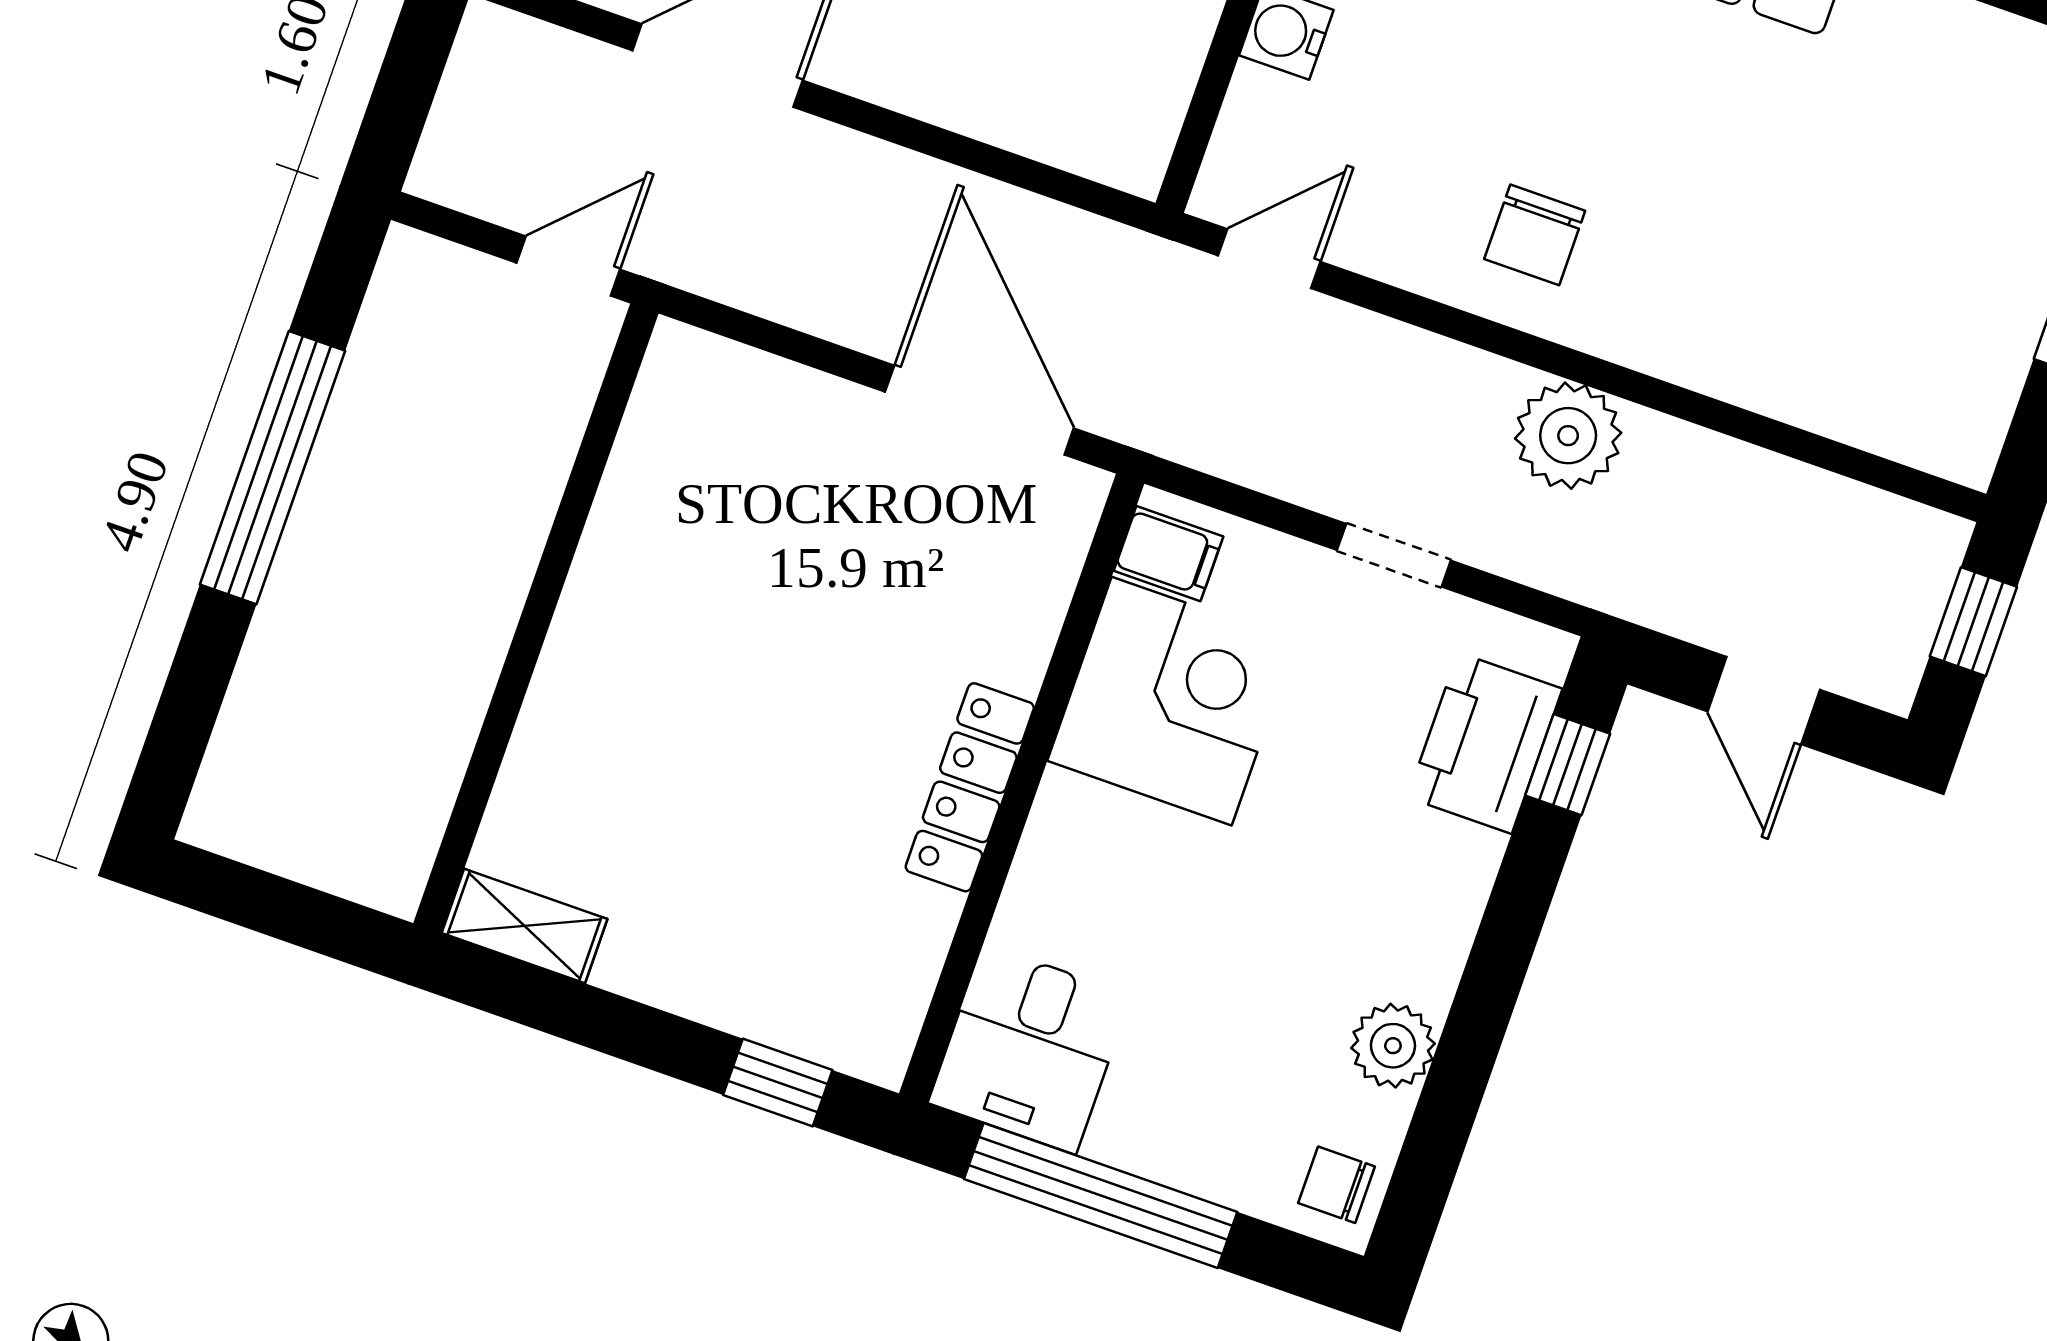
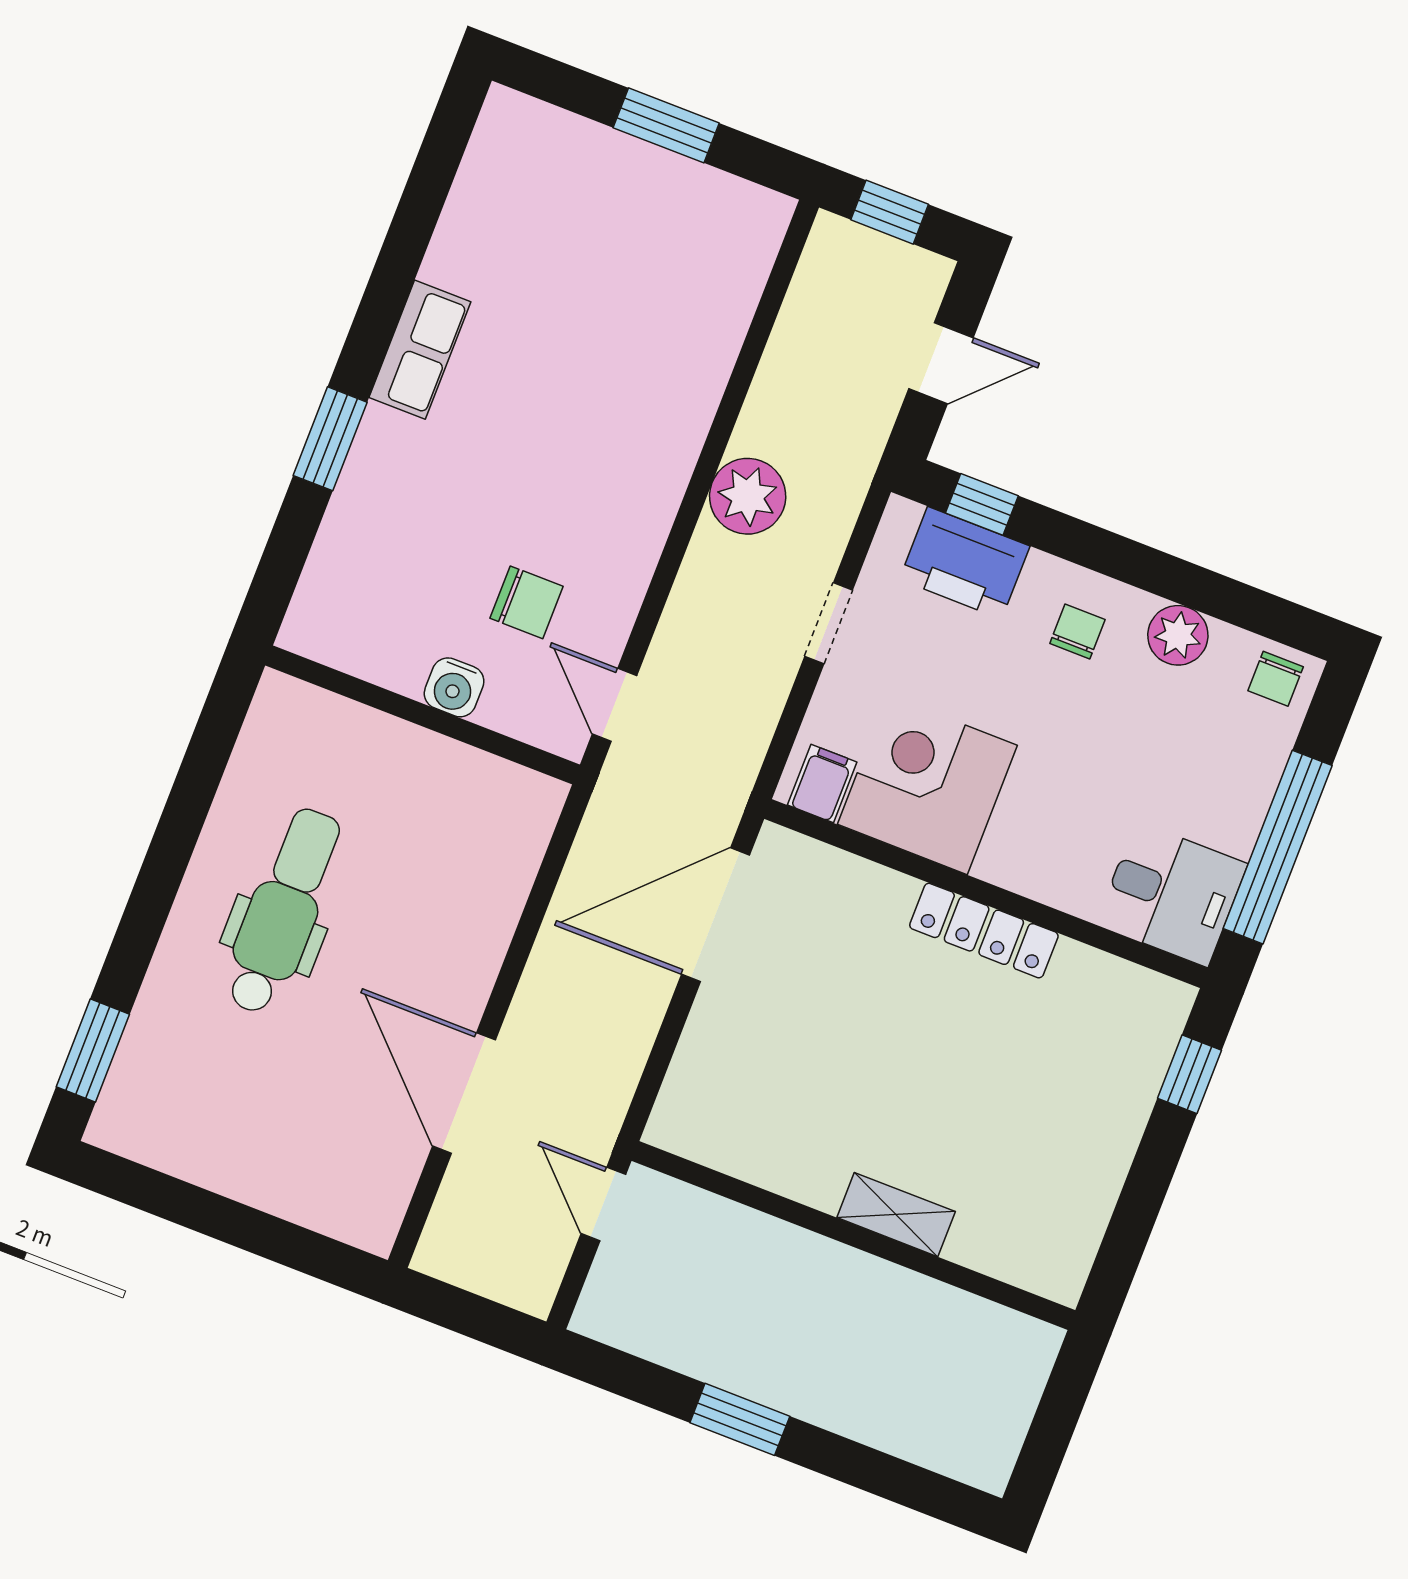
chair: (1535, 235) -> (526, 602), moved
window: (273, 468) -> (740, 1419), width x0.47
chair: (1394, 905) -> (1077, 632), added
shelving: (524, 926) -> (896, 1215), moved, turned 90

